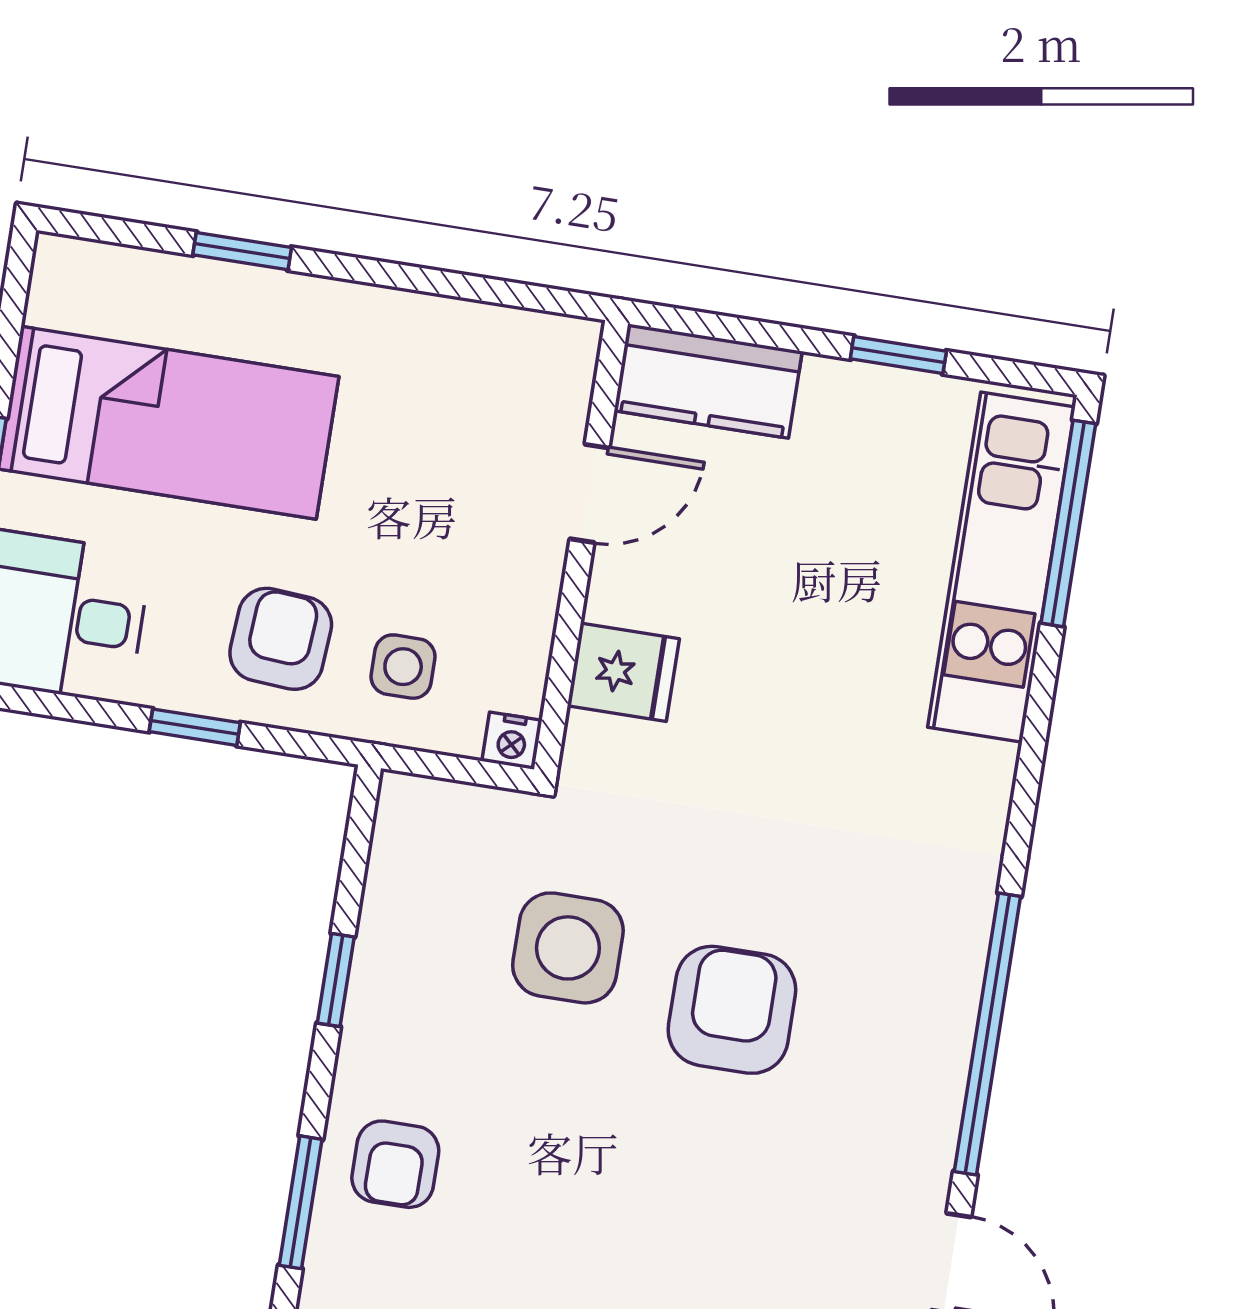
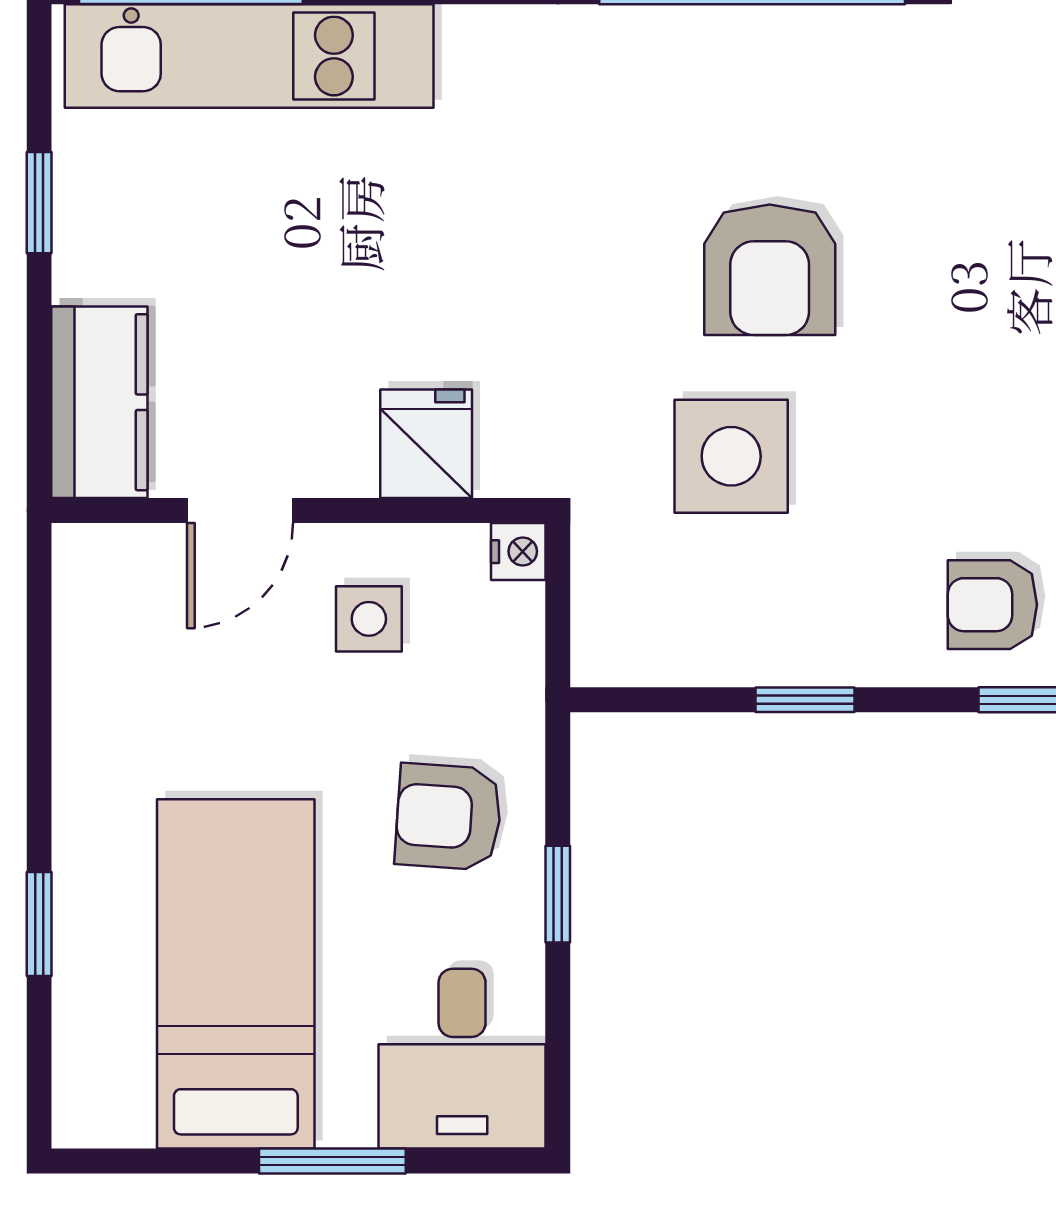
door: (589, 493) -> (240, 510), swing flipped
side table: (403, 667) -> (369, 619), moved
armchair: (732, 1010) -> (770, 270), turned -90
armchair: (395, 1164) -> (992, 605), turned 180

